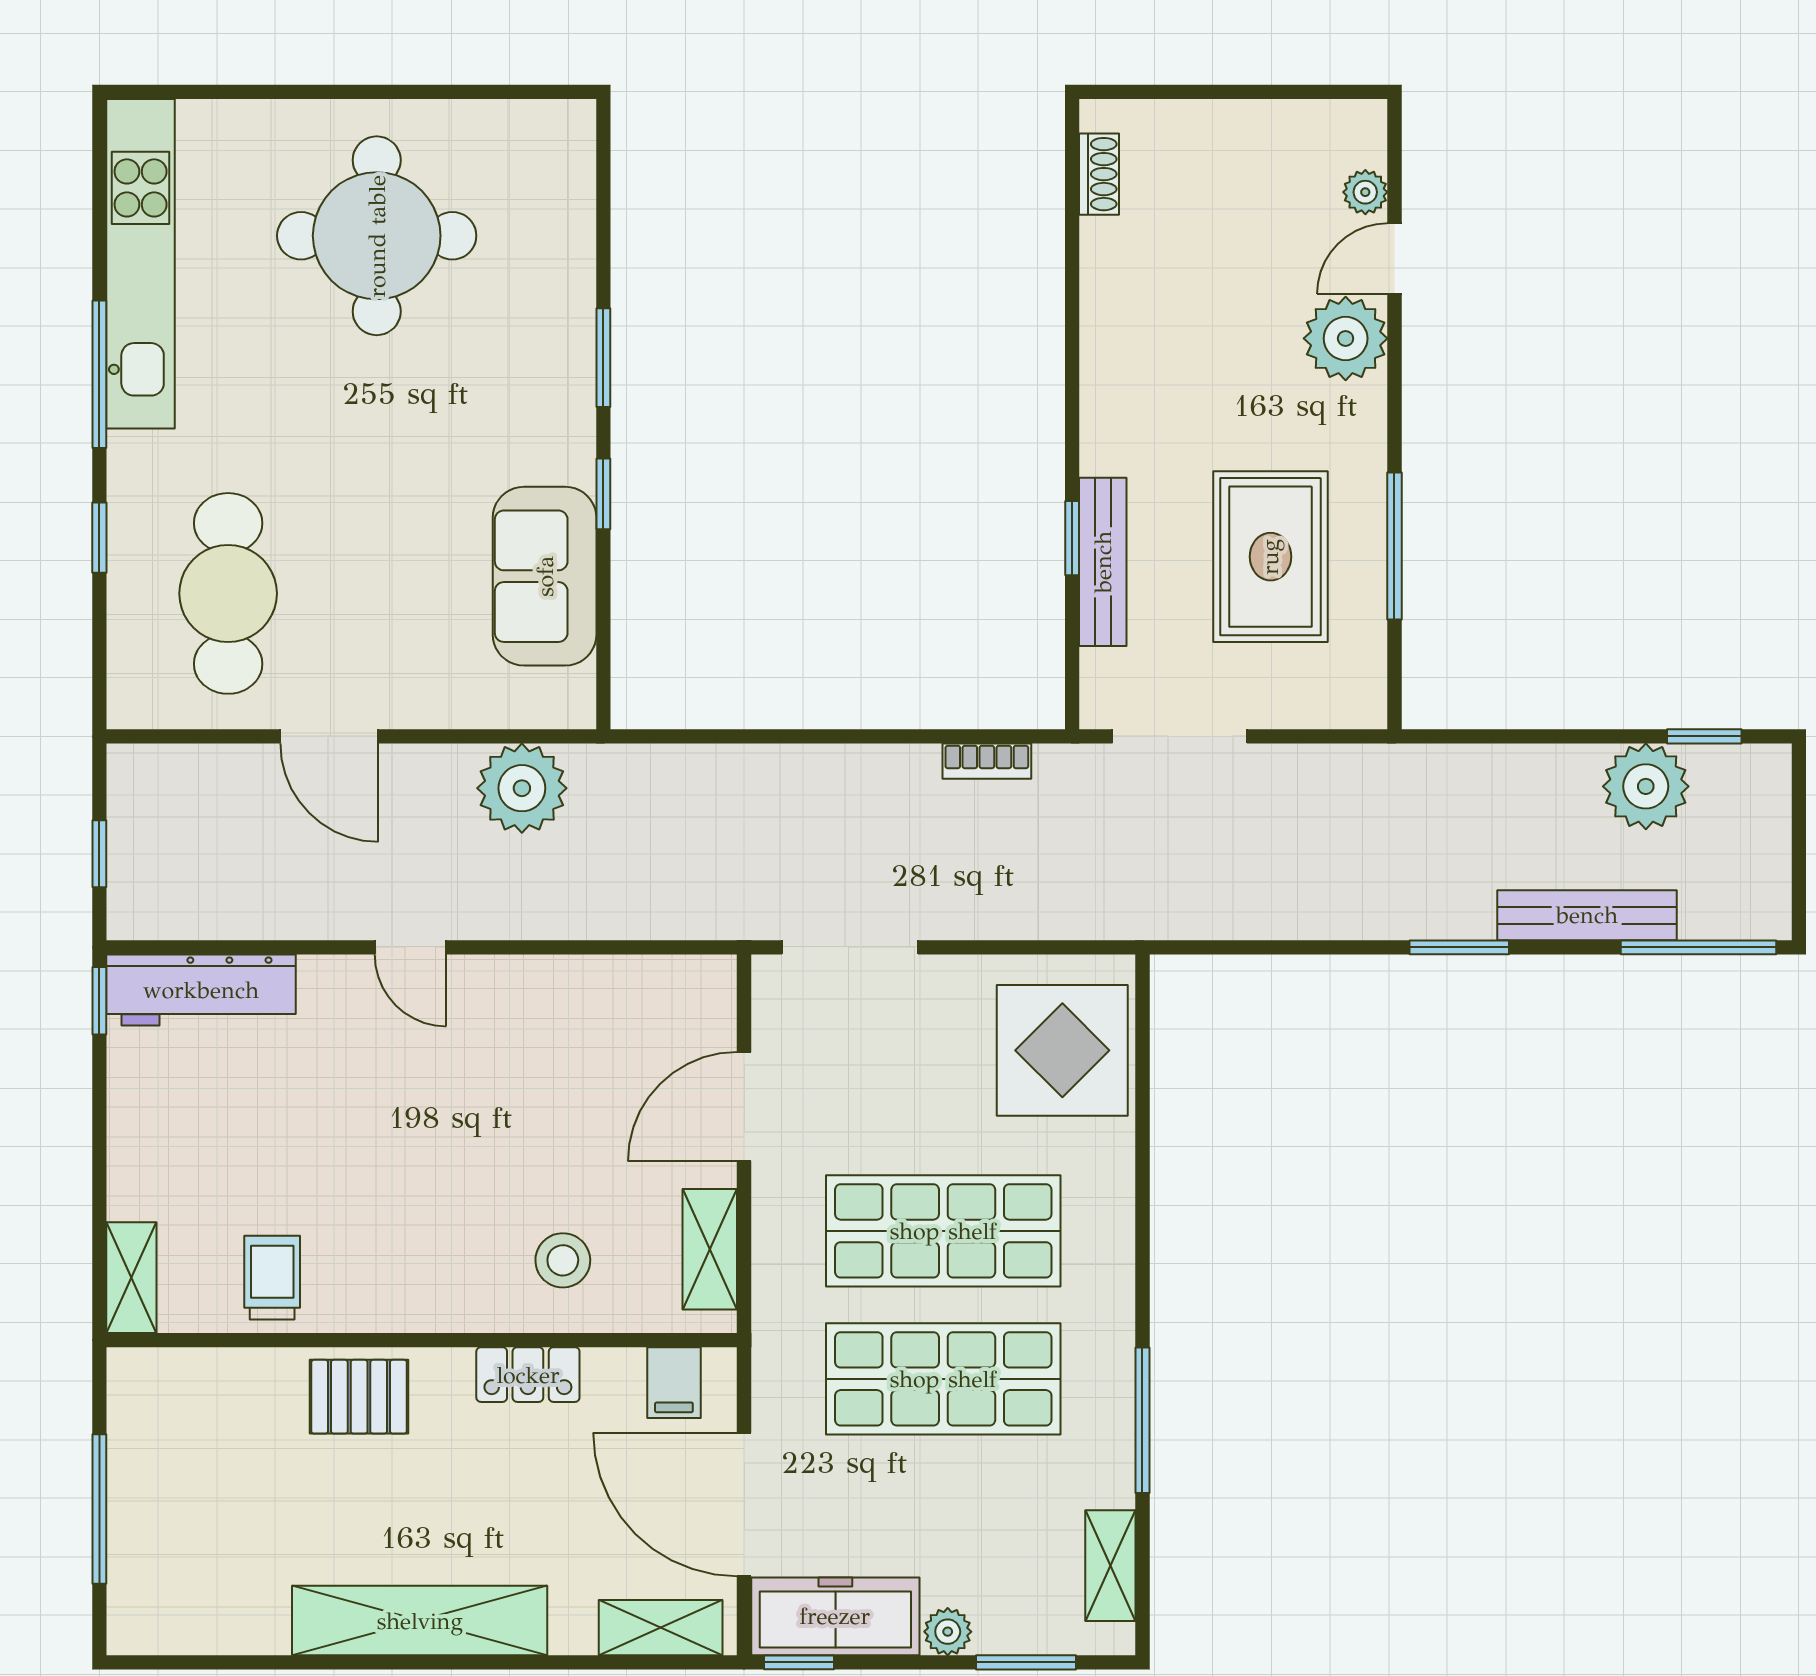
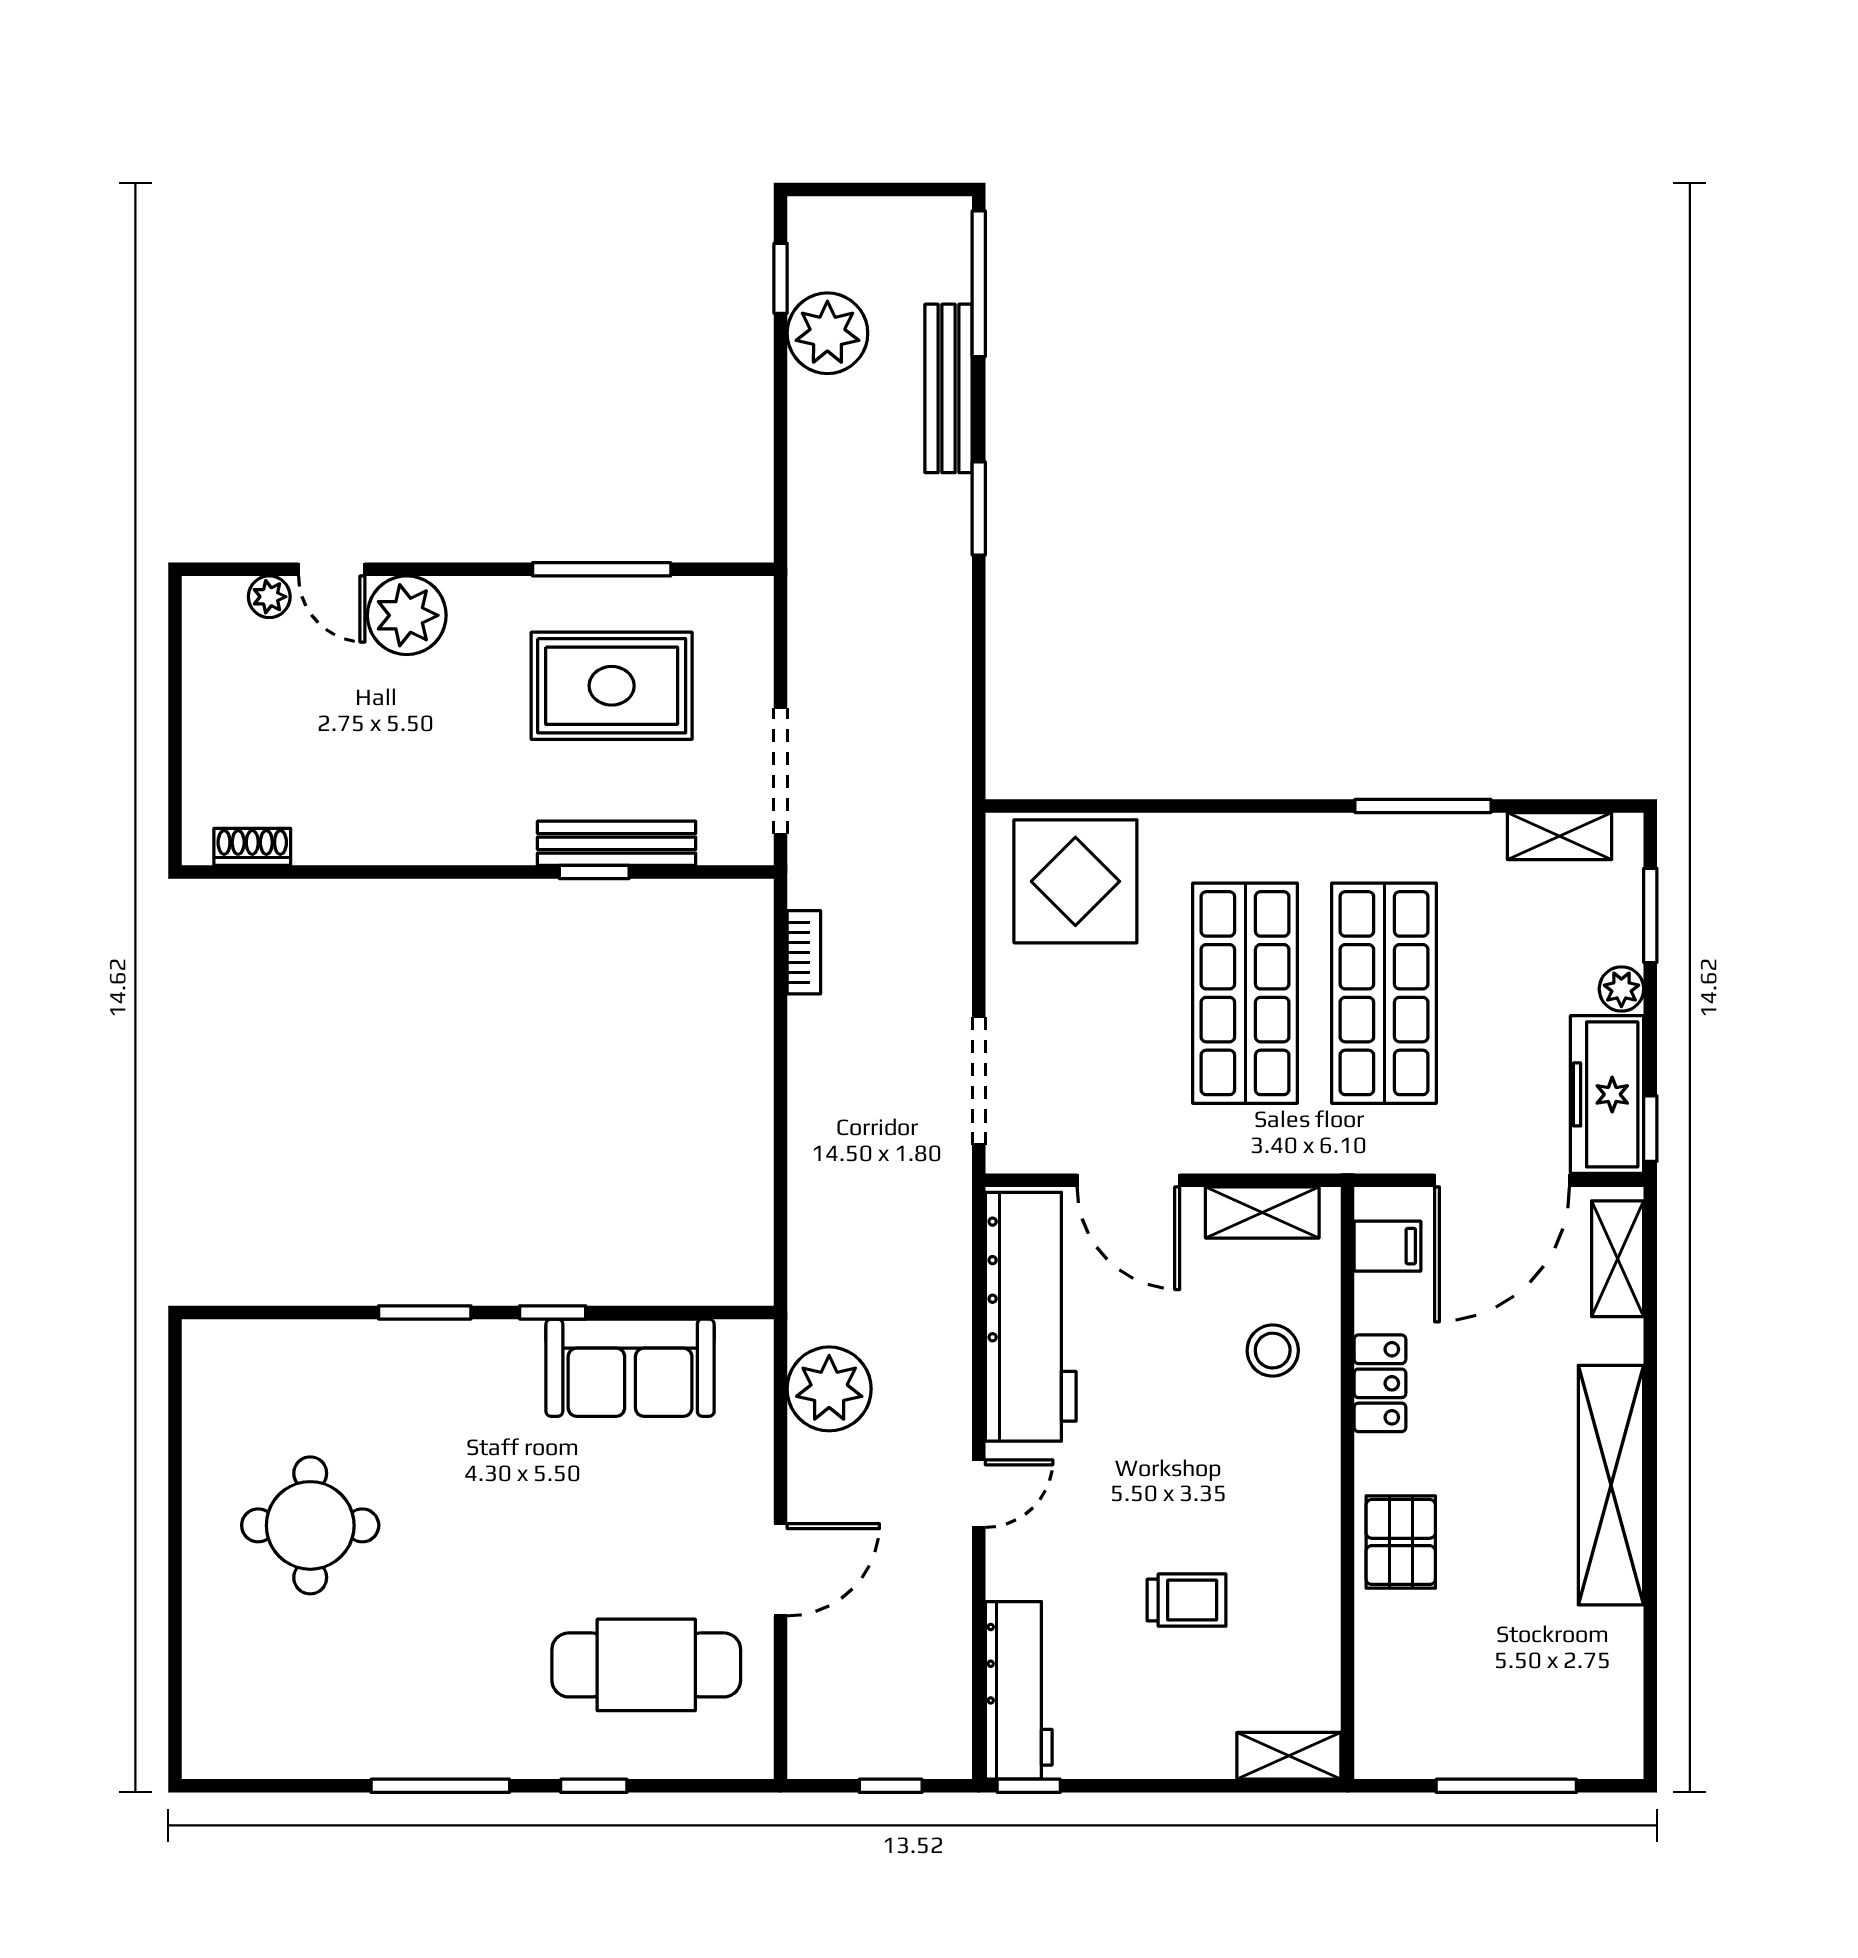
round table: (377, 236) -> (310, 1525), width x0.73, depth x0.73
kitchen unit: (141, 264) -> (337, 1747), removed
workbench: (599, 1003) -> (1031, 1317), added
trolley: (272, 1278) -> (1187, 1600), moved, turned 180

